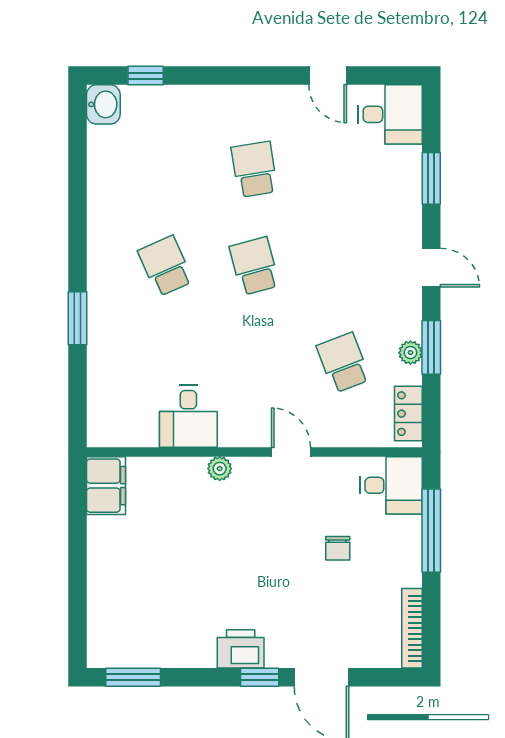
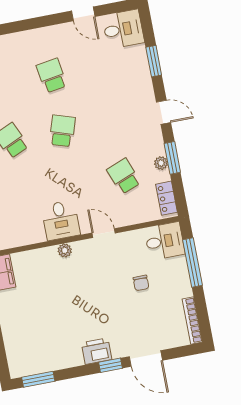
school desk: (254, 266) -> (62, 131), turned 33
desk: (188, 416) -> (61, 220), moved

